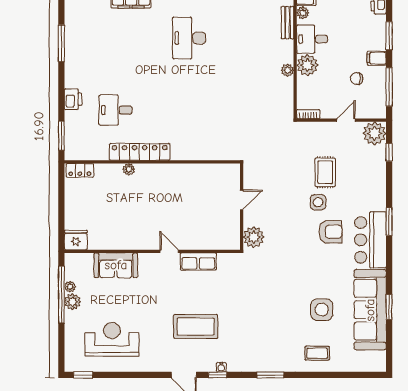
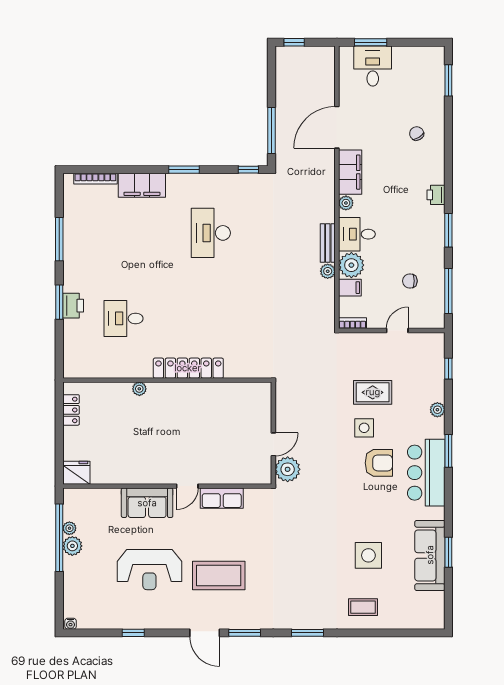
bench: (288, 23) -> (328, 243), moved
filing cabinet: (377, 58) -> (350, 288), moved, turned 180
plant: (374, 133) -> (437, 410), moved, width x0.53, depth x0.53
window: (61, 136) -> (59, 302), moved
locker: (140, 152) -> (188, 368), moved
locker: (80, 170) -> (71, 410), moved, turned -90
rug: (325, 172) -> (373, 392), turned 90
door: (242, 200) -> (273, 444), moved
door: (169, 251) -> (187, 486), swing flipped
sofa: (116, 265) -> (147, 503), moved
sofa: (370, 310) -> (430, 555), width x0.74, depth x0.79
reception desk: (112, 339) -> (149, 570), moved, turned 180
water cooler: (221, 367) -> (71, 624), moved
window: (83, 375) -> (133, 633), moved
window: (218, 375) -> (245, 633), width x1.50

